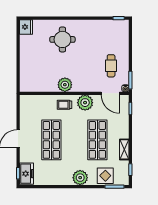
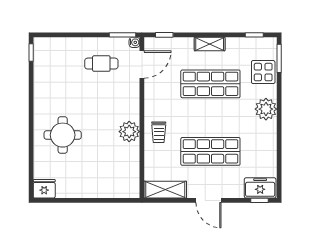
plant: (85, 103) -> (156, 102), removed
shelving: (25, 109) -> (165, 190), added
shelving: (124, 149) -> (210, 44), moved

